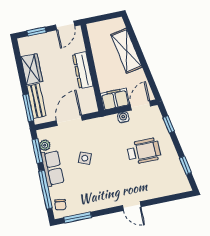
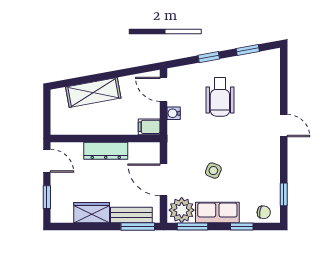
filing cabinet: (115, 99) -> (149, 127), width x0.50
window: (169, 124) -> (209, 57), moved
plant: (45, 145) -> (182, 210), width x1.88, depth x1.88
wheelchair: (144, 151) -> (220, 97), turned 180
window: (45, 190) -> (242, 226), width x0.46
door: (132, 206) -> (284, 126), hinge flipped
window: (78, 217) -> (284, 194), width x0.67

